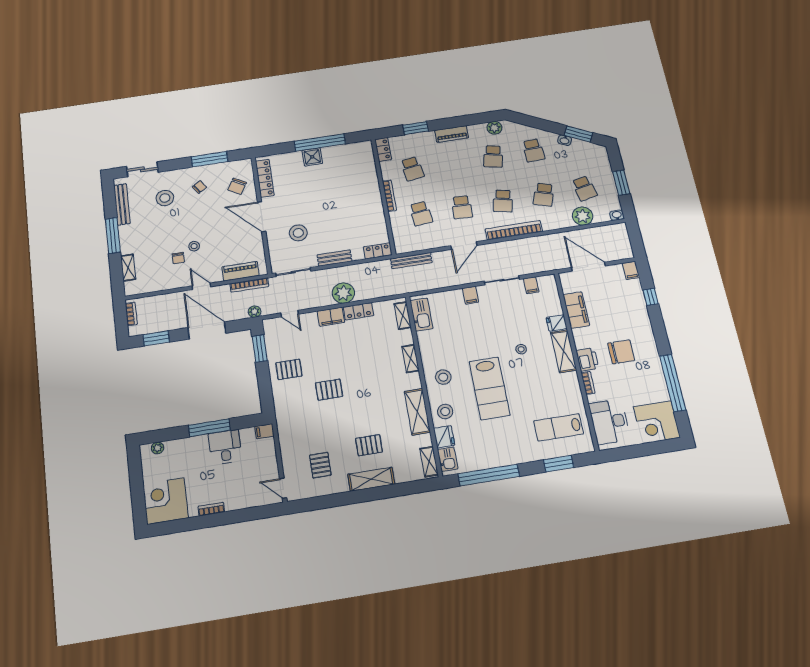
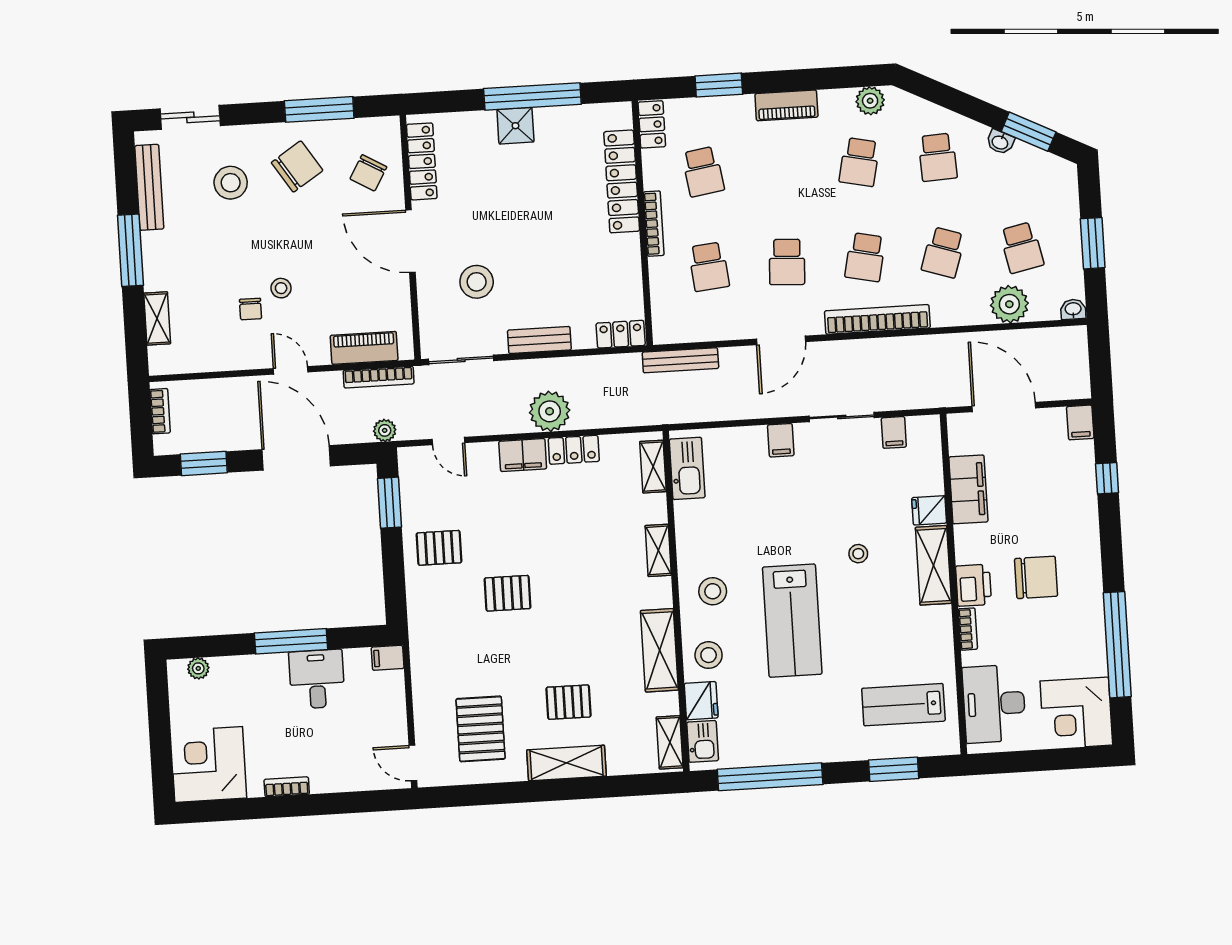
locker: (370, 178) -> (622, 181), added
chair: (199, 187) -> (297, 167), width x1.87, depth x1.87
pallet: (320, 465) -> (481, 729), width x1.50, depth x1.42

